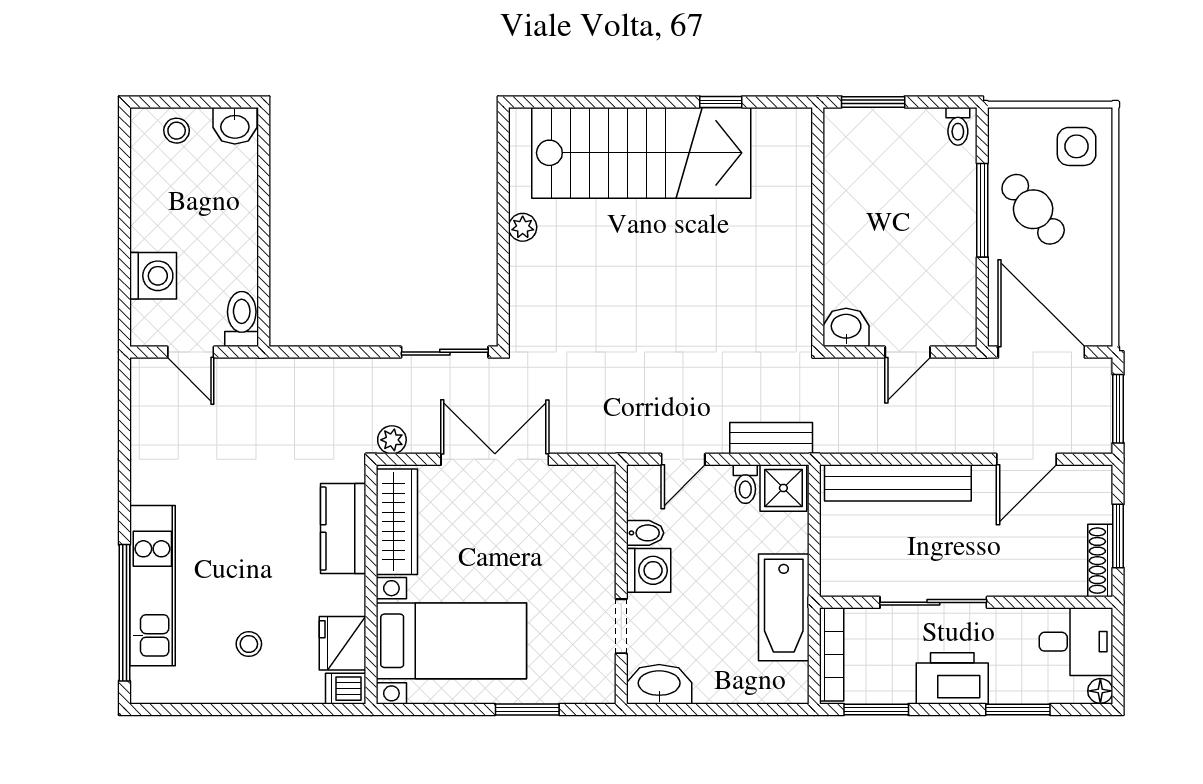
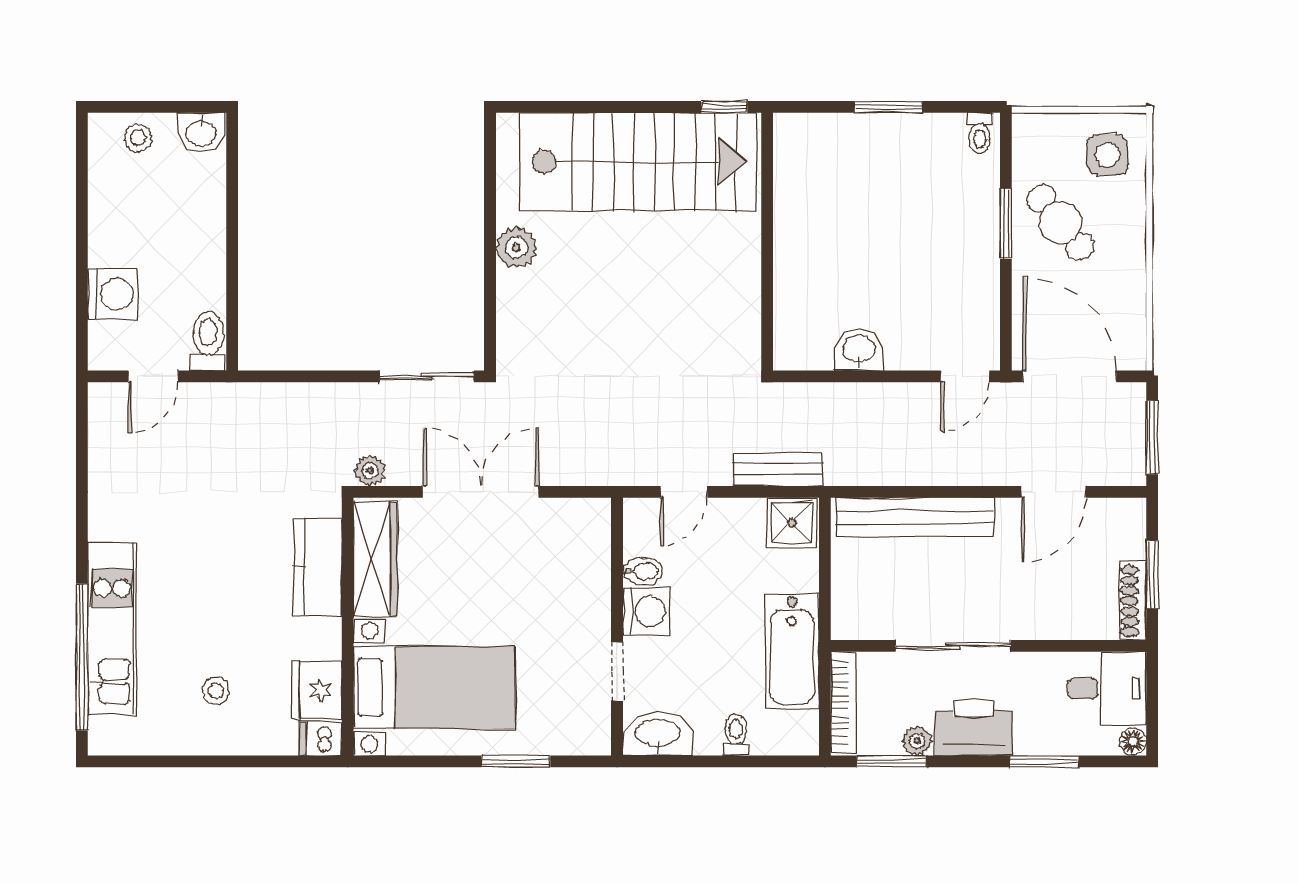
window: (982, 210) -> (1006, 224), width x0.69
plant: (523, 227) -> (516, 248), width x1.38, depth x1.38
wall: (818, 227) -> (767, 242), moved
door: (191, 352) -> (153, 376), hinge flipped
door: (908, 352) -> (965, 376), moved
toilet: (745, 484) -> (736, 735), moved, turned 180
plant: (900, 691) -> (917, 741), added

